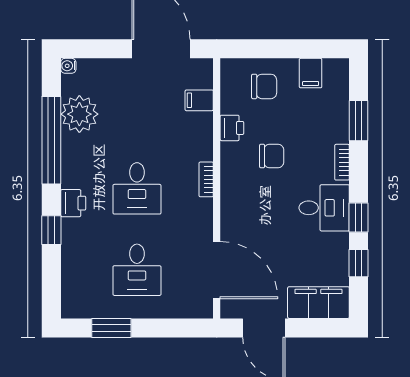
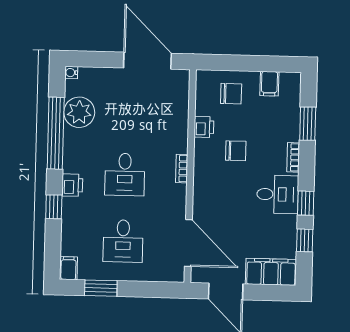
filing cabinet: (199, 100) -> (68, 268), moved, turned 90

